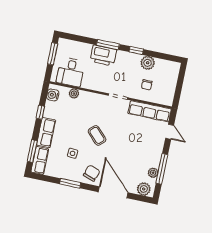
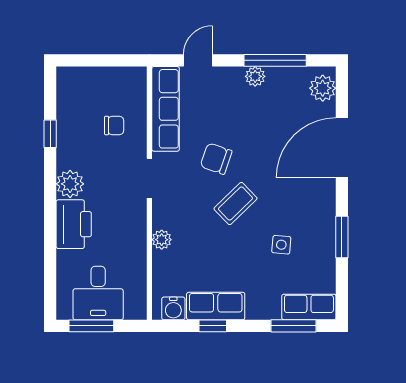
window: (108, 45) -> (50, 219), removed
window: (136, 50) -> (50, 134), moved
plant: (148, 63) -> (70, 184), moved
desk: (71, 72) -> (98, 293), moved, turned 90
plant: (74, 93) -> (162, 240), moved
row of seats: (46, 133) -> (216, 306), moved
chair: (92, 173) -> (216, 159), moved
plant: (153, 173) -> (255, 76), moved

